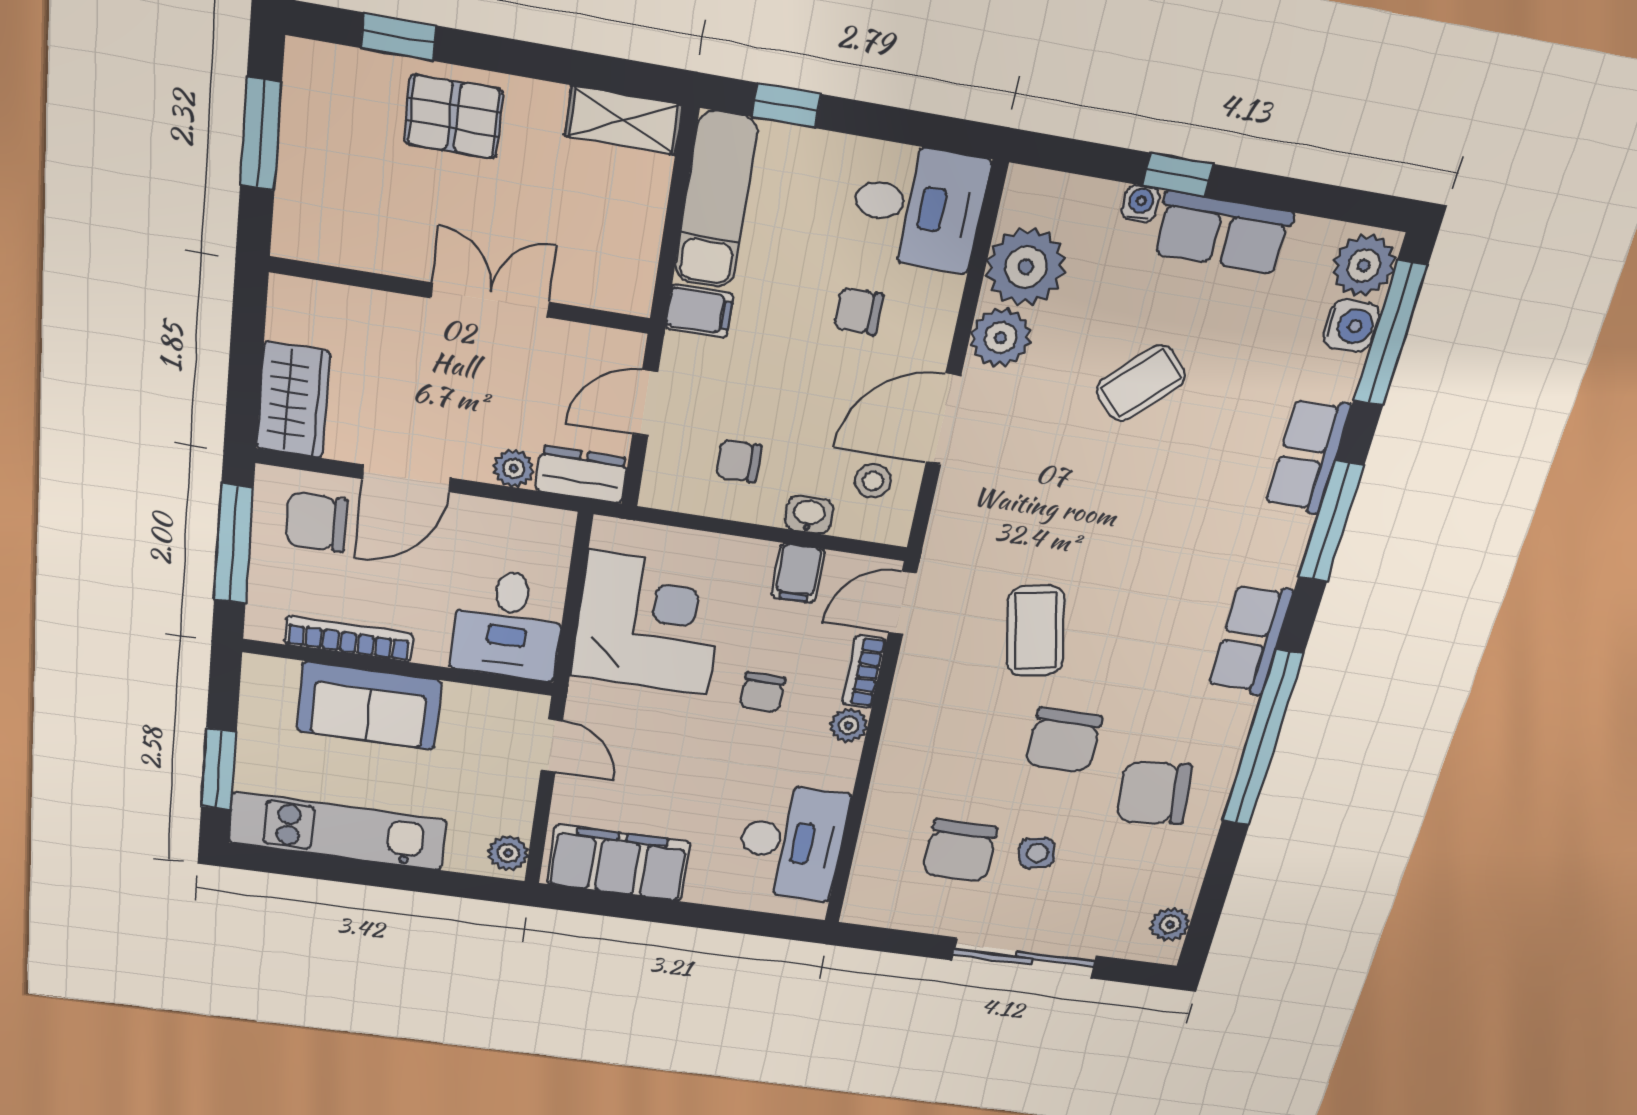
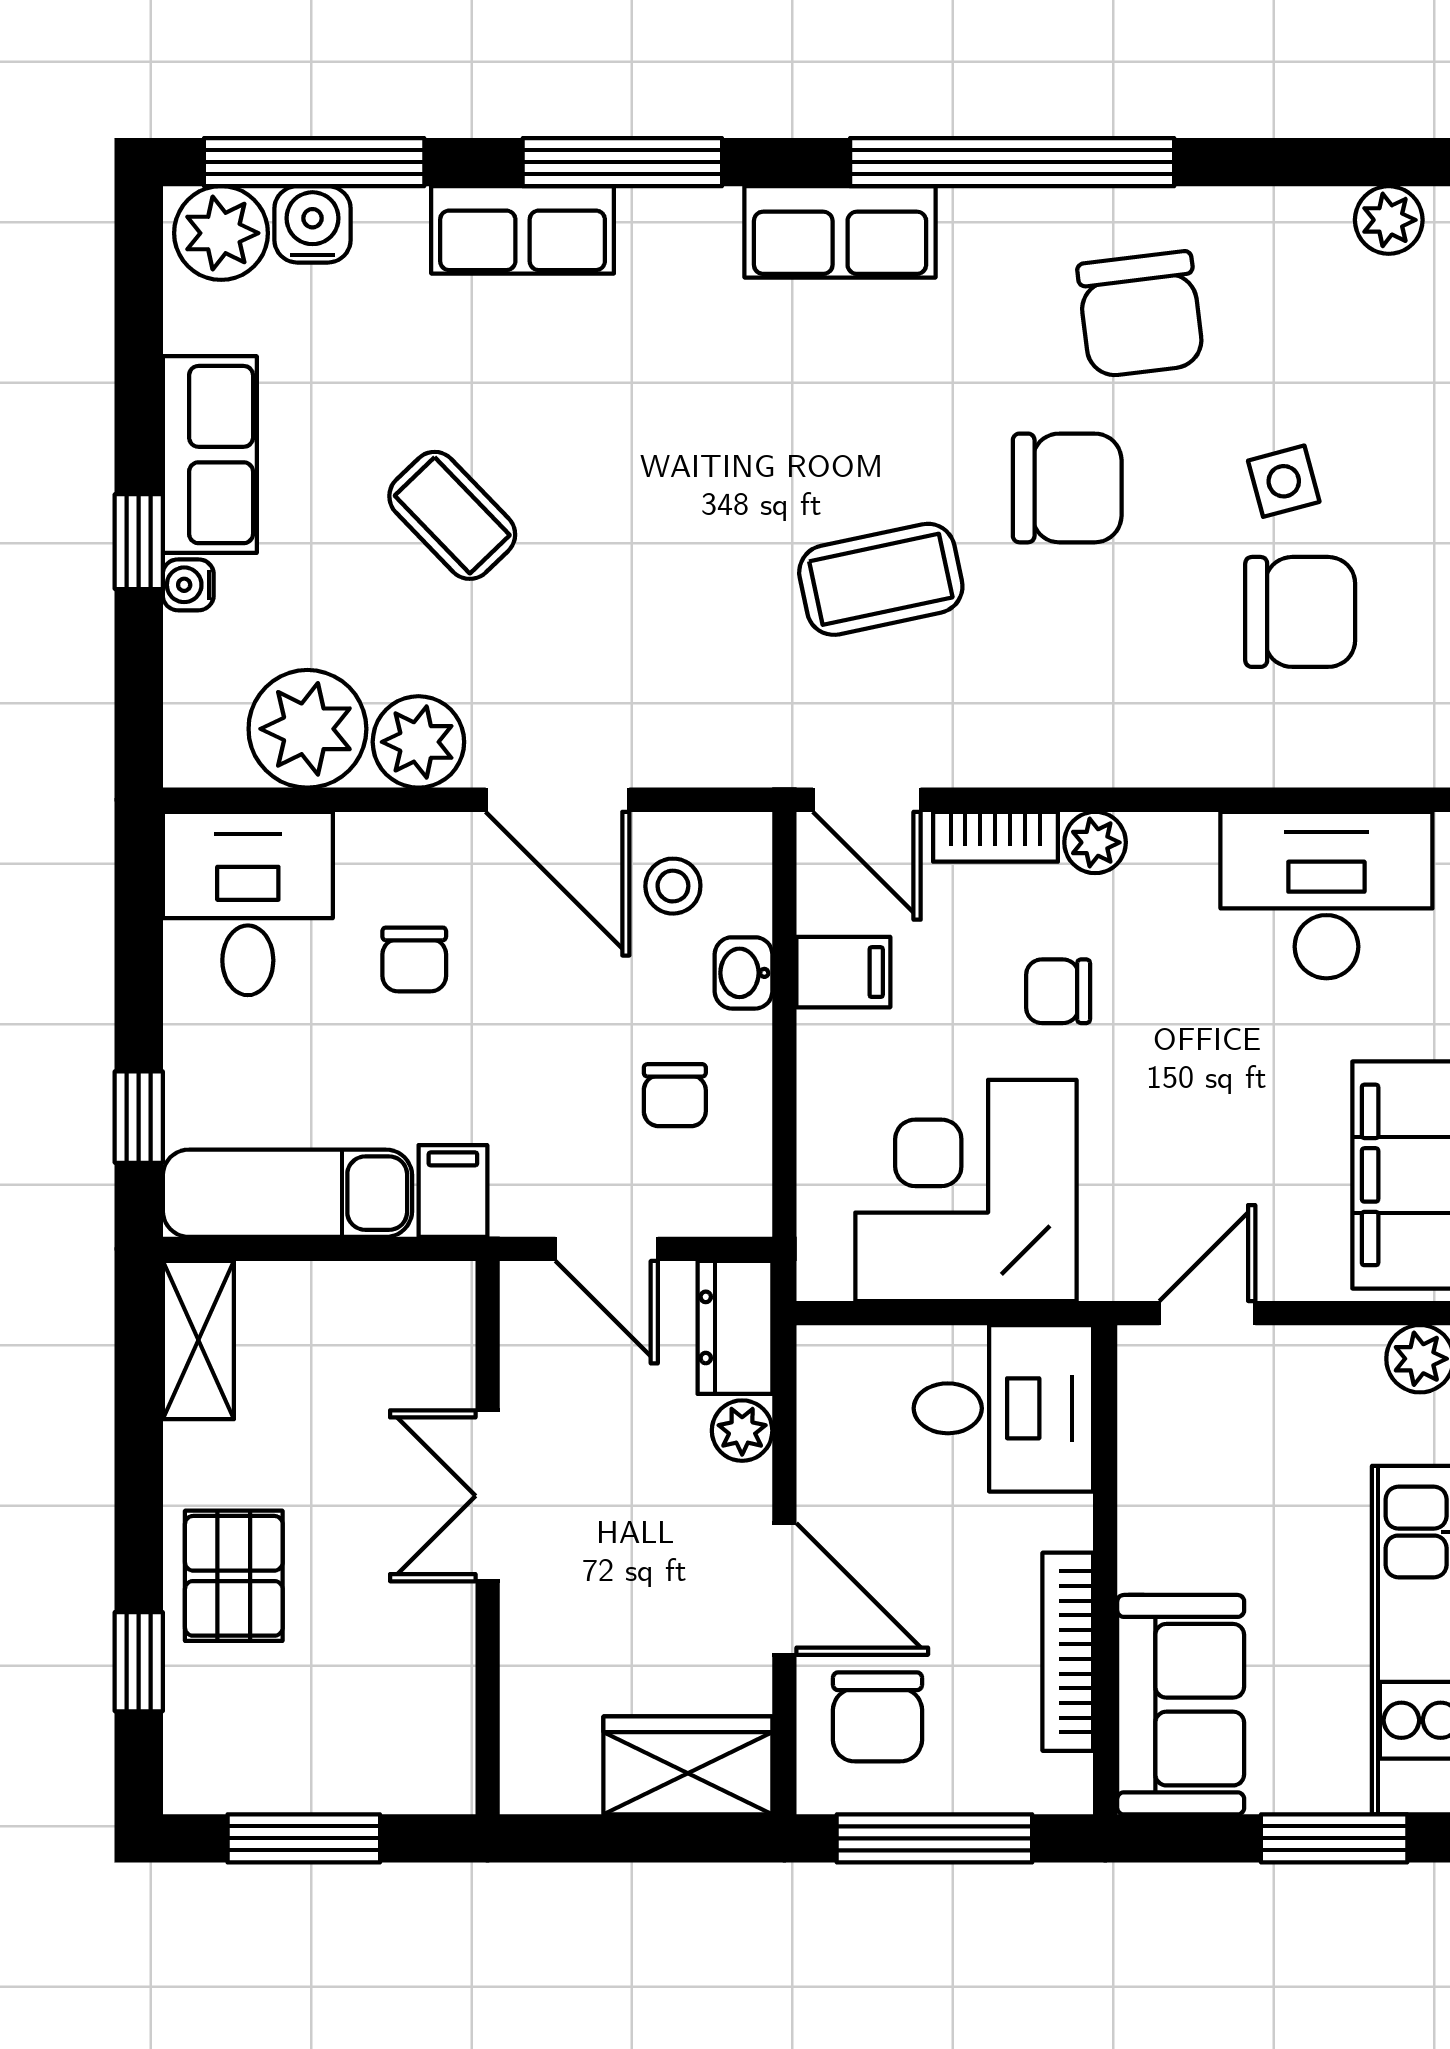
chair: (763, 692) -> (1058, 991), turned 180
sofa: (369, 706) -> (1181, 1705), moved

